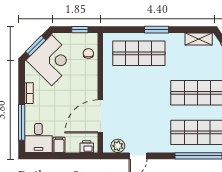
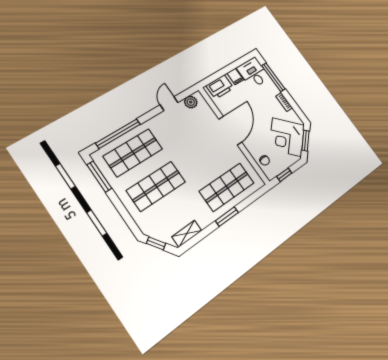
door: (100, 116) -> (230, 131), moved
printer: (87, 147) -> (220, 87), width x1.87, depth x1.48

